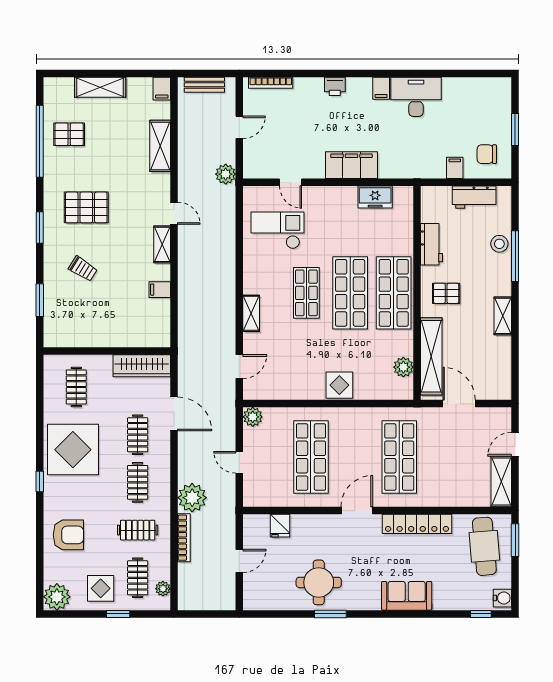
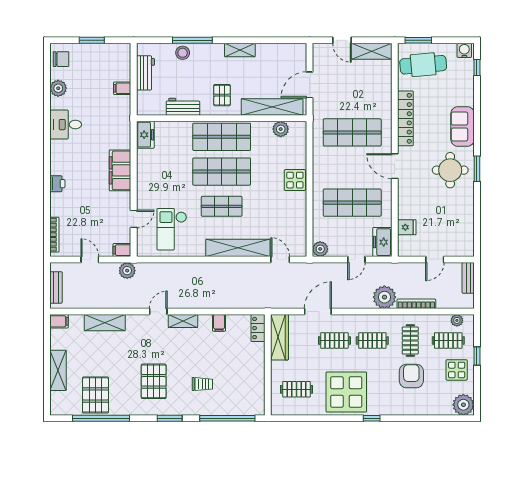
plant: (455, 87) -> (58, 88), added
filing cabinet: (381, 88) -> (122, 250), moved, turned 180
desk: (416, 97) -> (66, 125), width x0.73
pallet: (69, 134) -> (95, 395), width x1.50, depth x1.42
chair: (487, 154) -> (61, 59), moved, turned -90
freezer: (375, 197) -> (145, 135), moved
trolley: (83, 269) -> (202, 384), turned 58
window: (40, 300) -> (227, 418), width x2.11
shelving: (251, 313) -> (238, 248), width x2.20, depth x1.33
locker: (153, 339) -> (258, 328), added
freezer: (261, 495) -> (382, 242), added
armchair: (68, 535) -> (411, 376), moved
door: (239, 561) -> (435, 260), swing flipped
round table: (319, 582) -> (450, 170), moved
bench: (216, 603) -> (468, 278), added
window: (330, 614) -> (477, 169), moved

